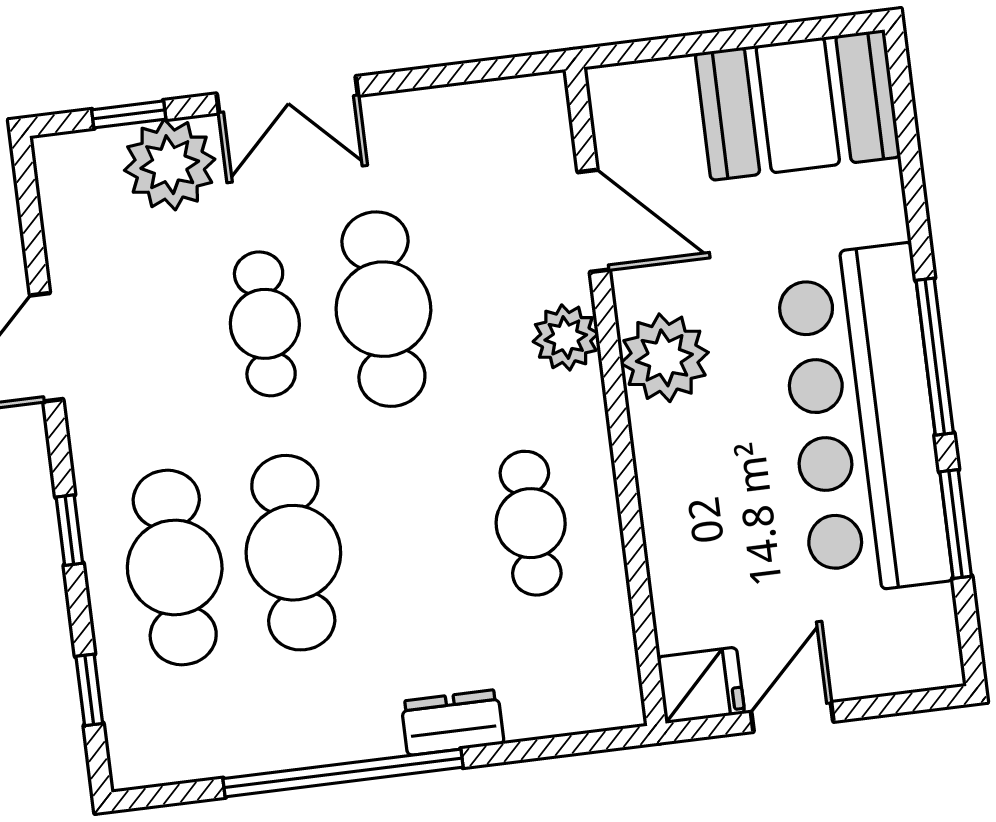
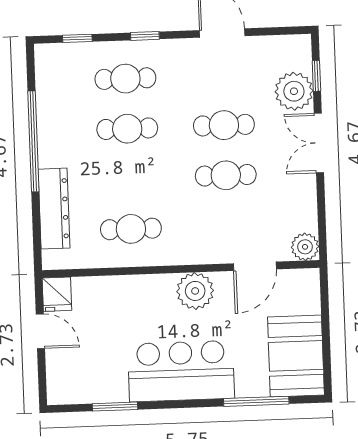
cafe table: (383, 309) -> (226, 175), width x0.73, depth x0.74
plant: (566, 337) -> (305, 247), moved
window: (935, 357) -> (256, 401), moved
bar counter: (863, 420) -> (181, 371), width x0.73
cafe table: (293, 553) -> (127, 129), width x0.73, depth x0.74
cafe table: (175, 567) -> (125, 79), width x0.73, depth x0.74
dresser: (453, 722) -> (54, 209), width x1.96, depth x1.24

